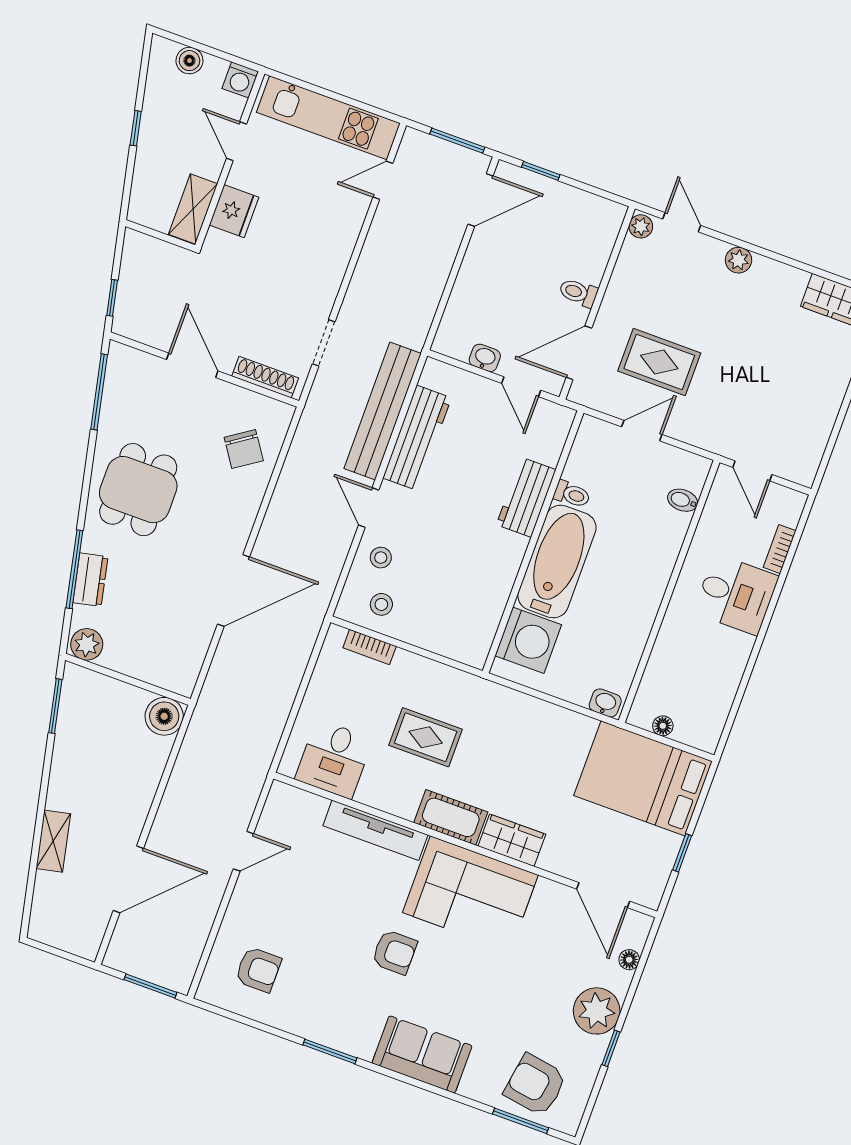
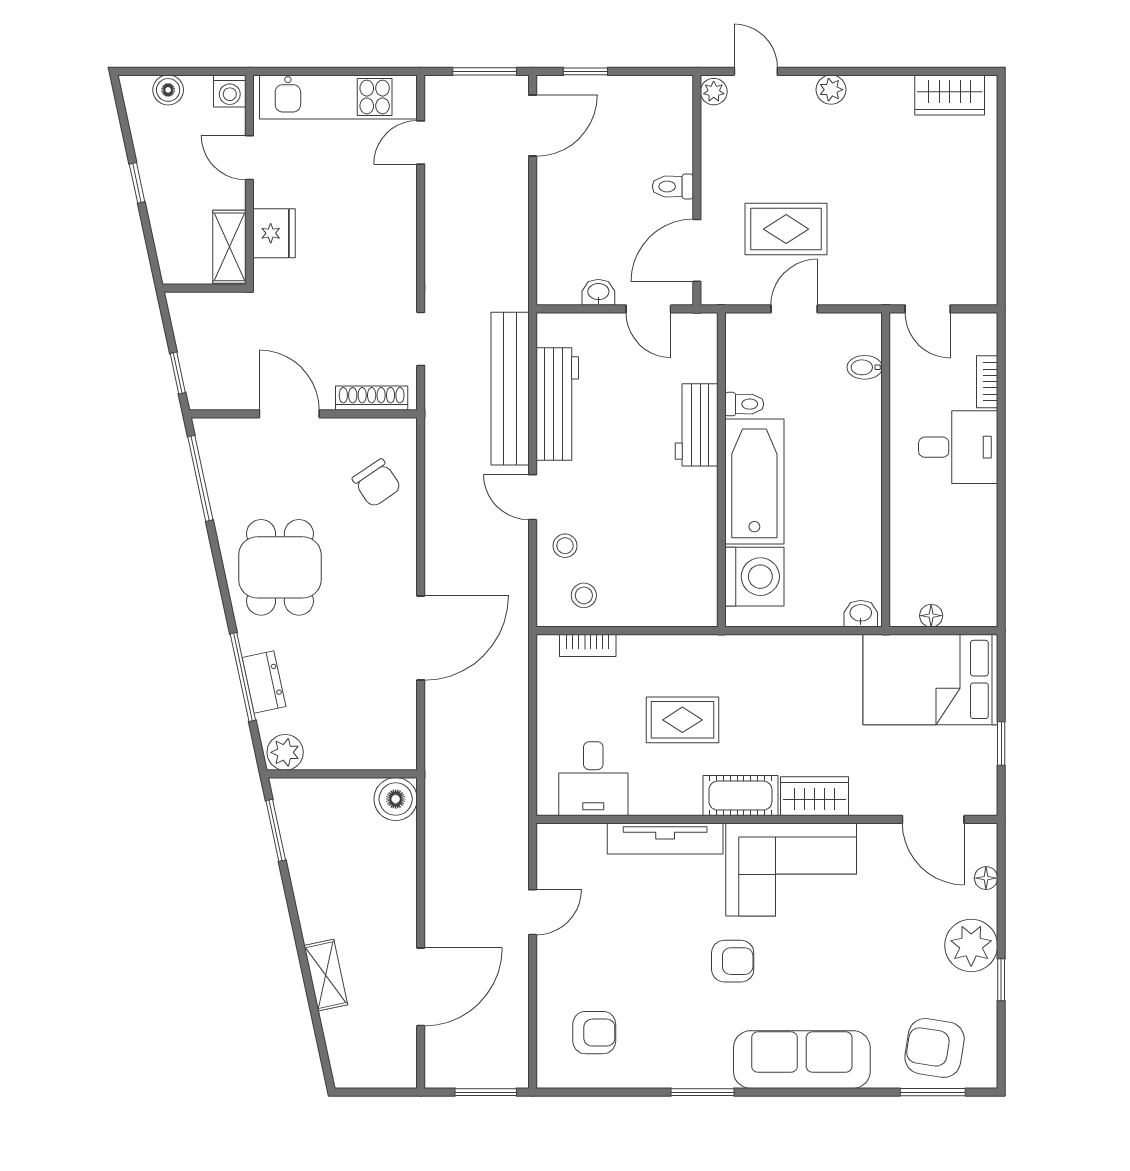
sofa: (422, 1054) -> (802, 1060), width x1.36

